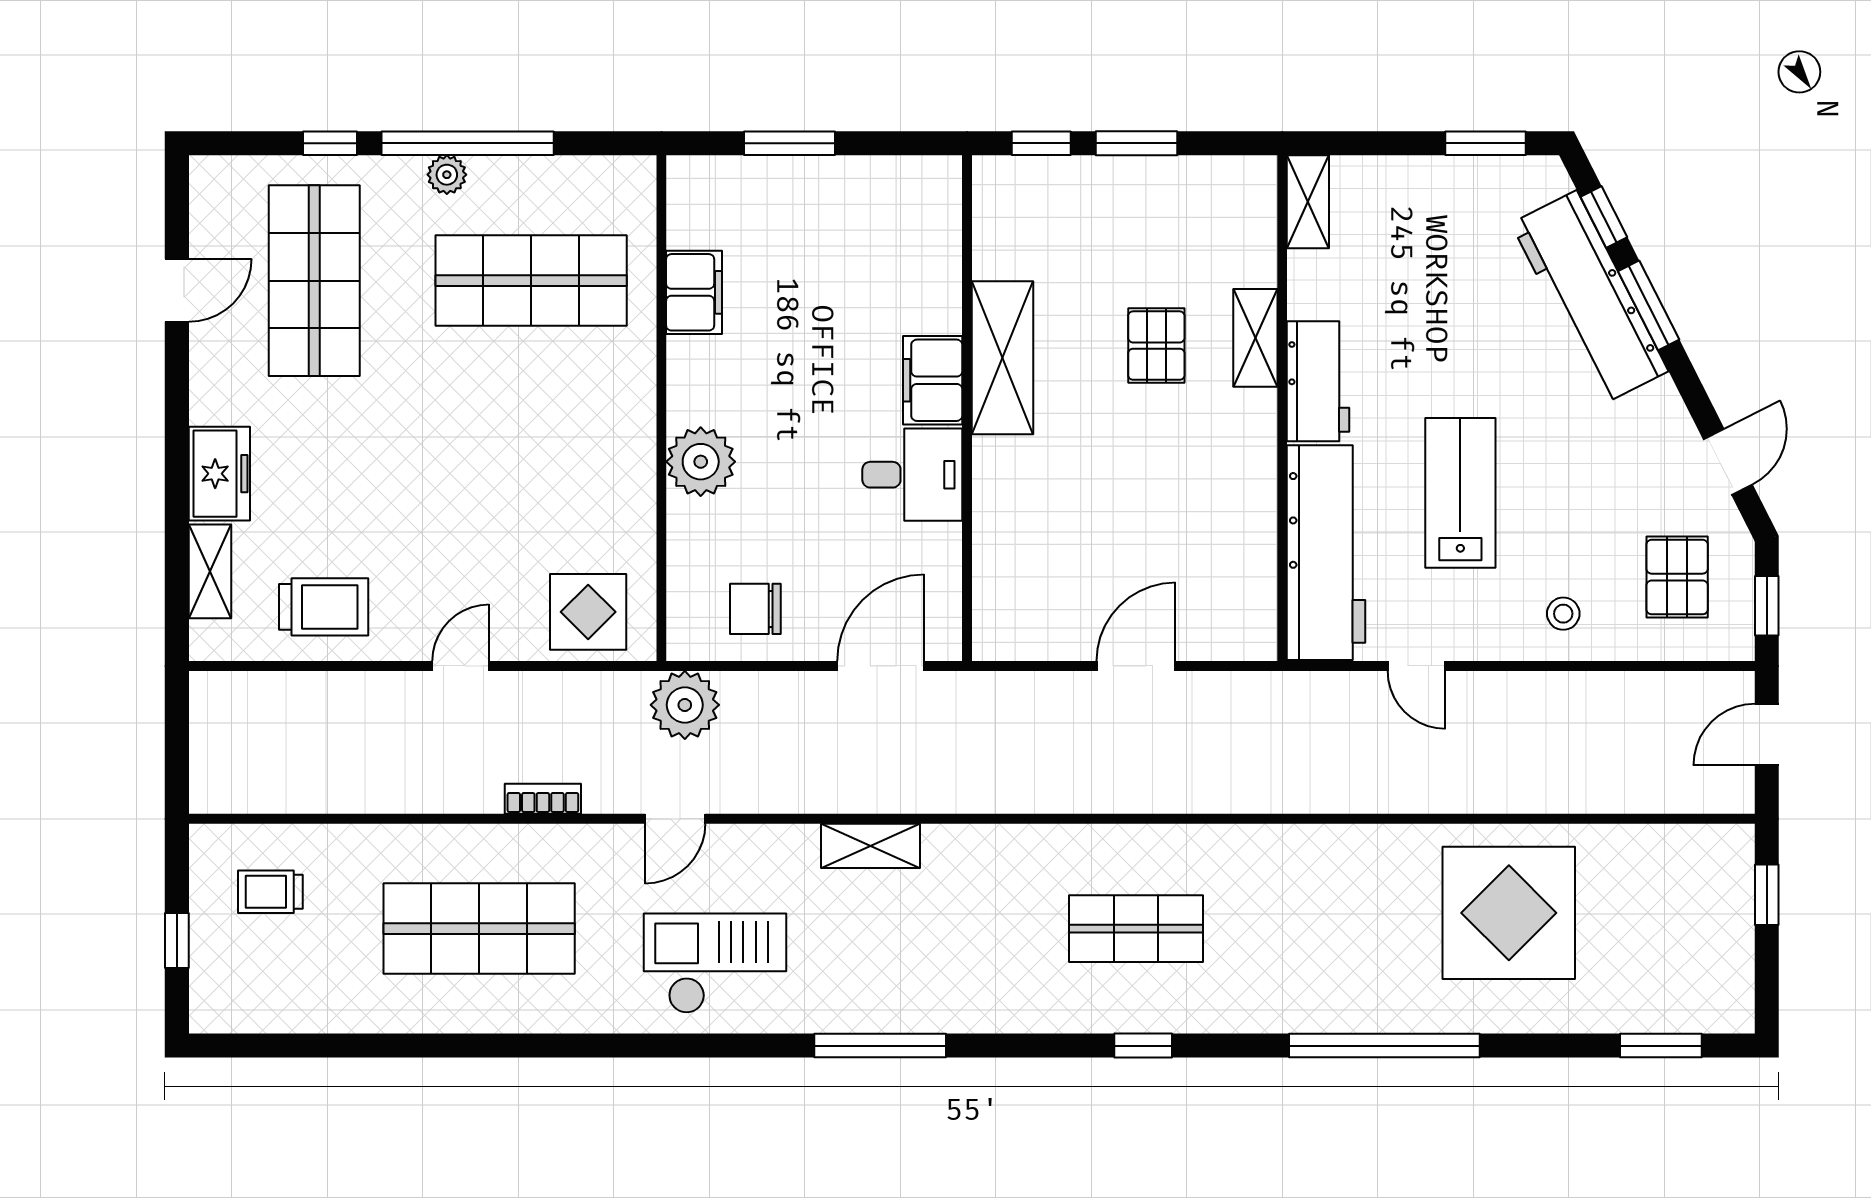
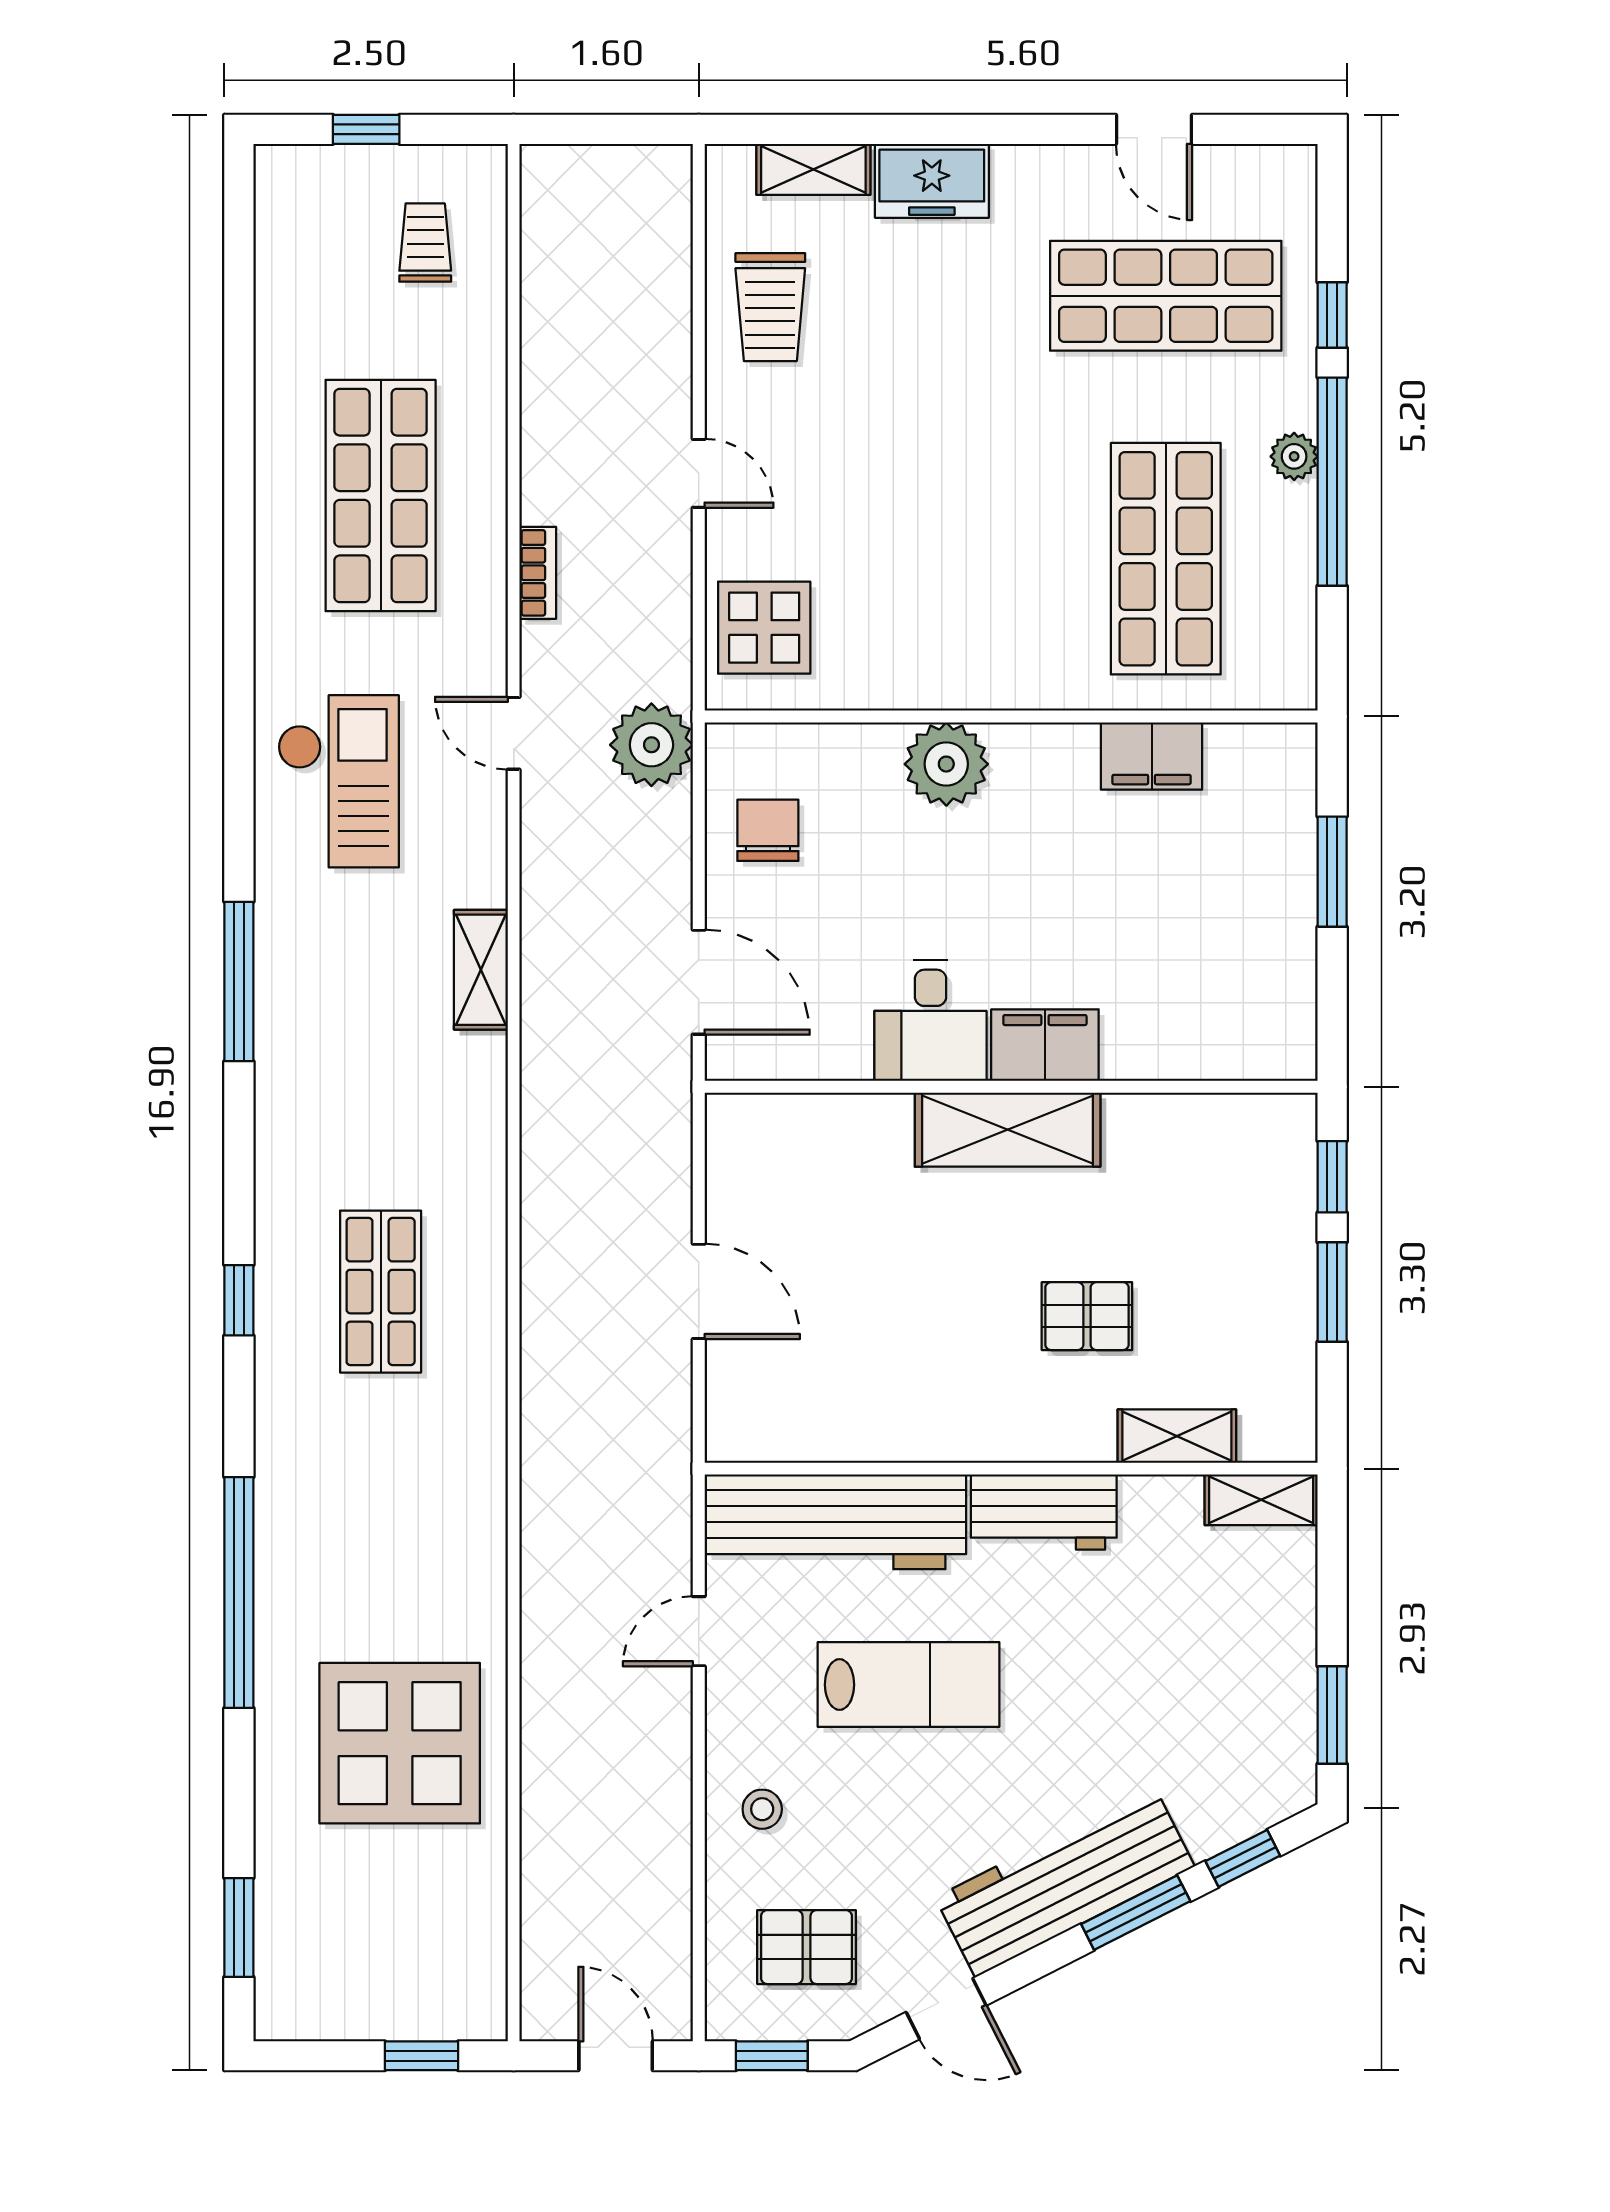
workbench: (1590, 297) -> (1065, 1882), moved
shelving: (1255, 338) -> (1177, 1436), moved
shelving: (1002, 358) -> (1008, 1130), moved

